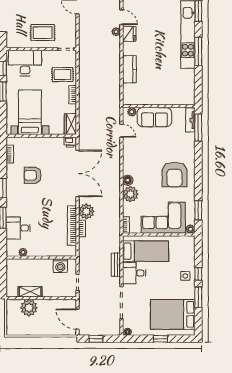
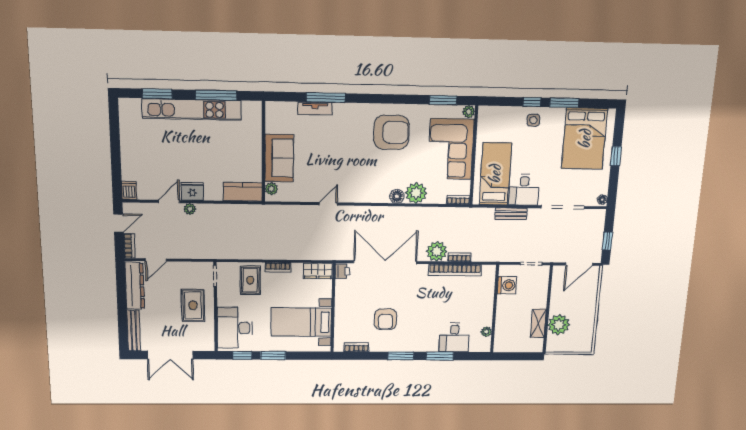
wall: (159, 106) -> (263, 152), moved
plant: (132, 112) -> (271, 189), moved
sofa: (154, 117) -> (279, 158), moved

